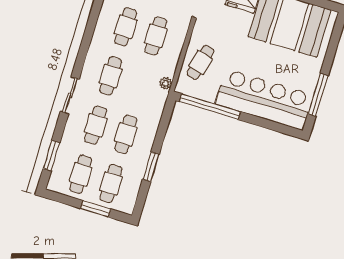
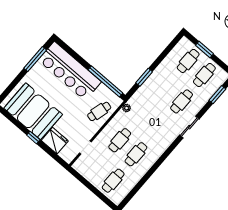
cafe table: (111, 76) -> (159, 128), removed
cafe table: (126, 134) -> (165, 87), removed
window: (151, 167) -> (144, 77), moved

